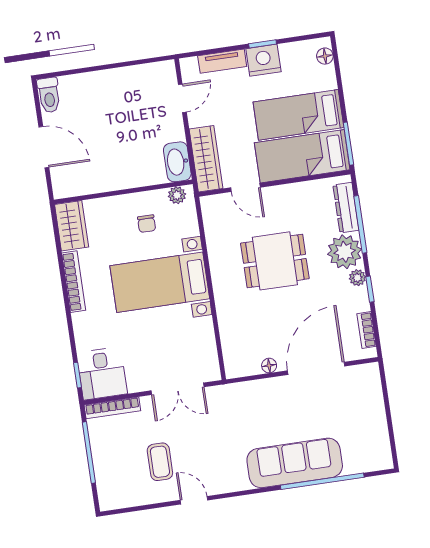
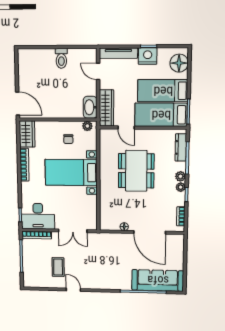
floor lamp: (325, 56) -> (179, 63), width x1.89, depth x1.89
tv unit: (222, 61) -> (118, 53), width x1.41
toilet: (49, 95) -> (61, 58), moved
door: (182, 98) -> (98, 71), swing flipped
door: (44, 147) -> (18, 104), moved
plant: (345, 252) -> (180, 176), width x0.53, depth x0.53
dining table: (275, 261) -> (136, 171), width x1.38
door: (316, 368) -> (150, 232), swing flipped
desk: (102, 373) -> (38, 216), width x1.37
sofa: (295, 463) -> (158, 280), moved

